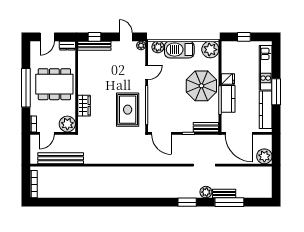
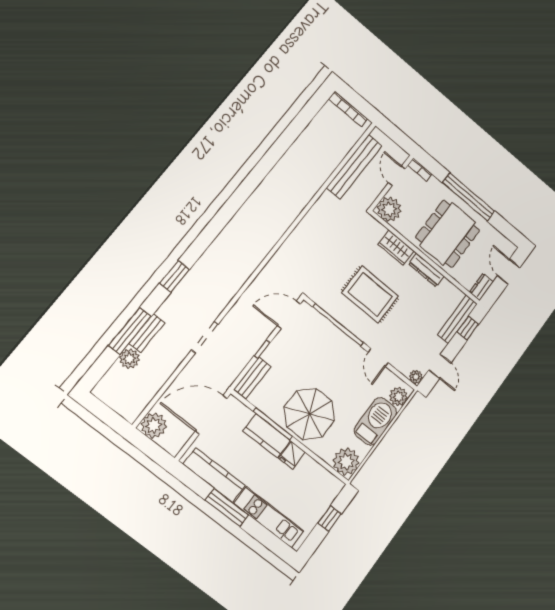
door: (126, 37) -> (440, 366), hinge flipped
dresser: (82, 81) -> (426, 270), added
rug: (128, 110) -> (370, 294), moved
plant: (206, 192) -> (130, 359), moved

